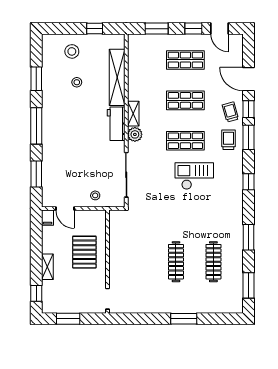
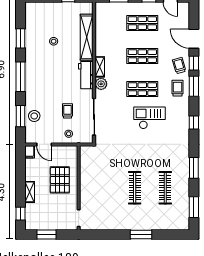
stool: (72, 51) -> (34, 116), moved
trolley: (94, 168) -> (68, 111), added

